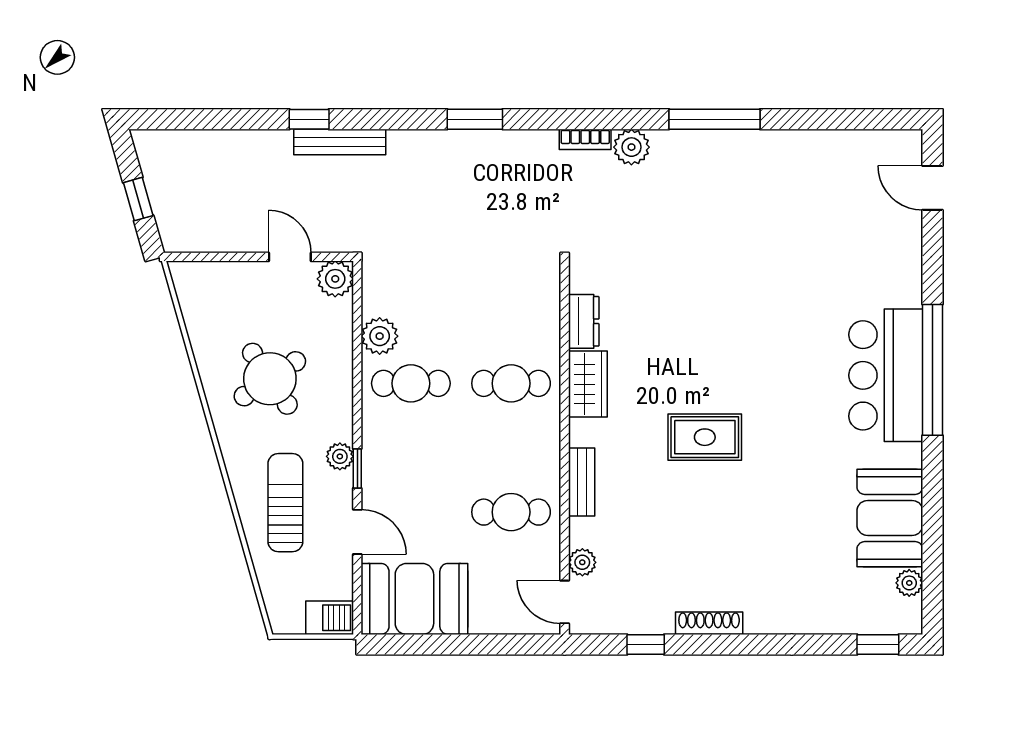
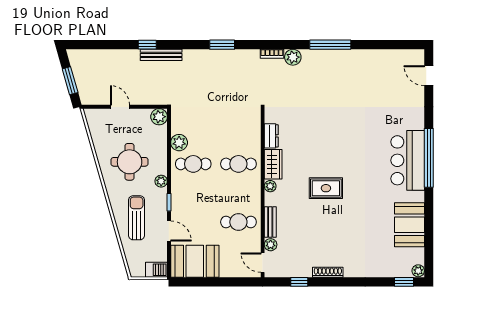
window: (138, 199) -> (70, 81), width x1.50
door: (290, 257) -> (120, 107), moved
round table: (270, 379) -> (130, 162), turned 34
plant: (581, 433) -> (270, 186), added
plant: (340, 456) -> (161, 181), moved
bench: (582, 482) -> (270, 222), moved
plant: (909, 583) -> (418, 271), moved

